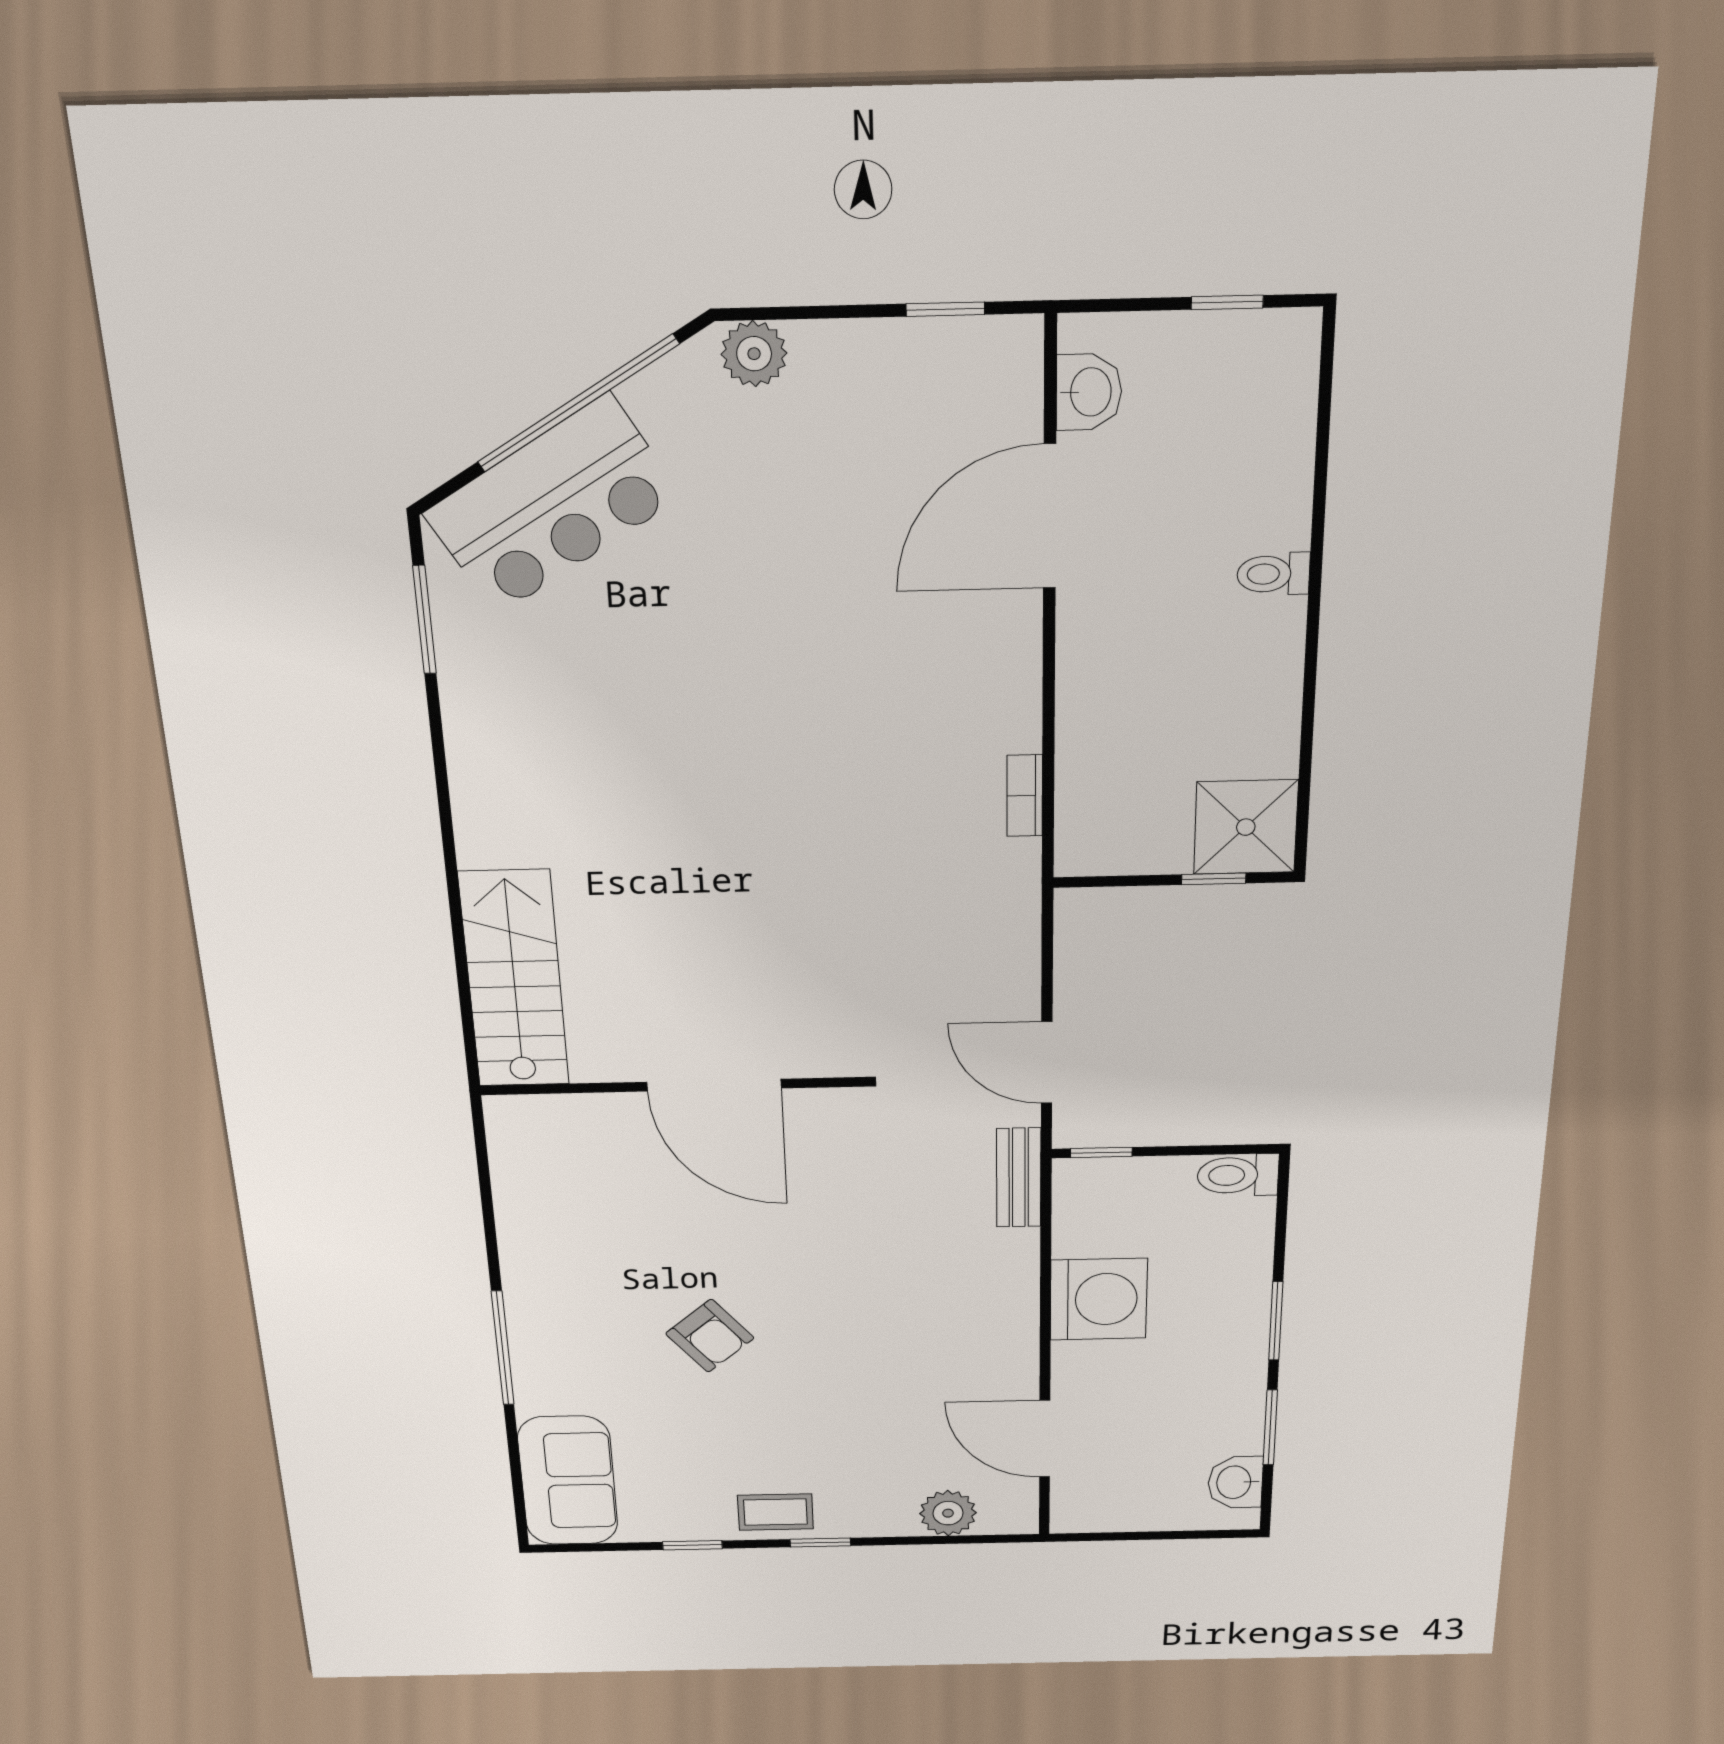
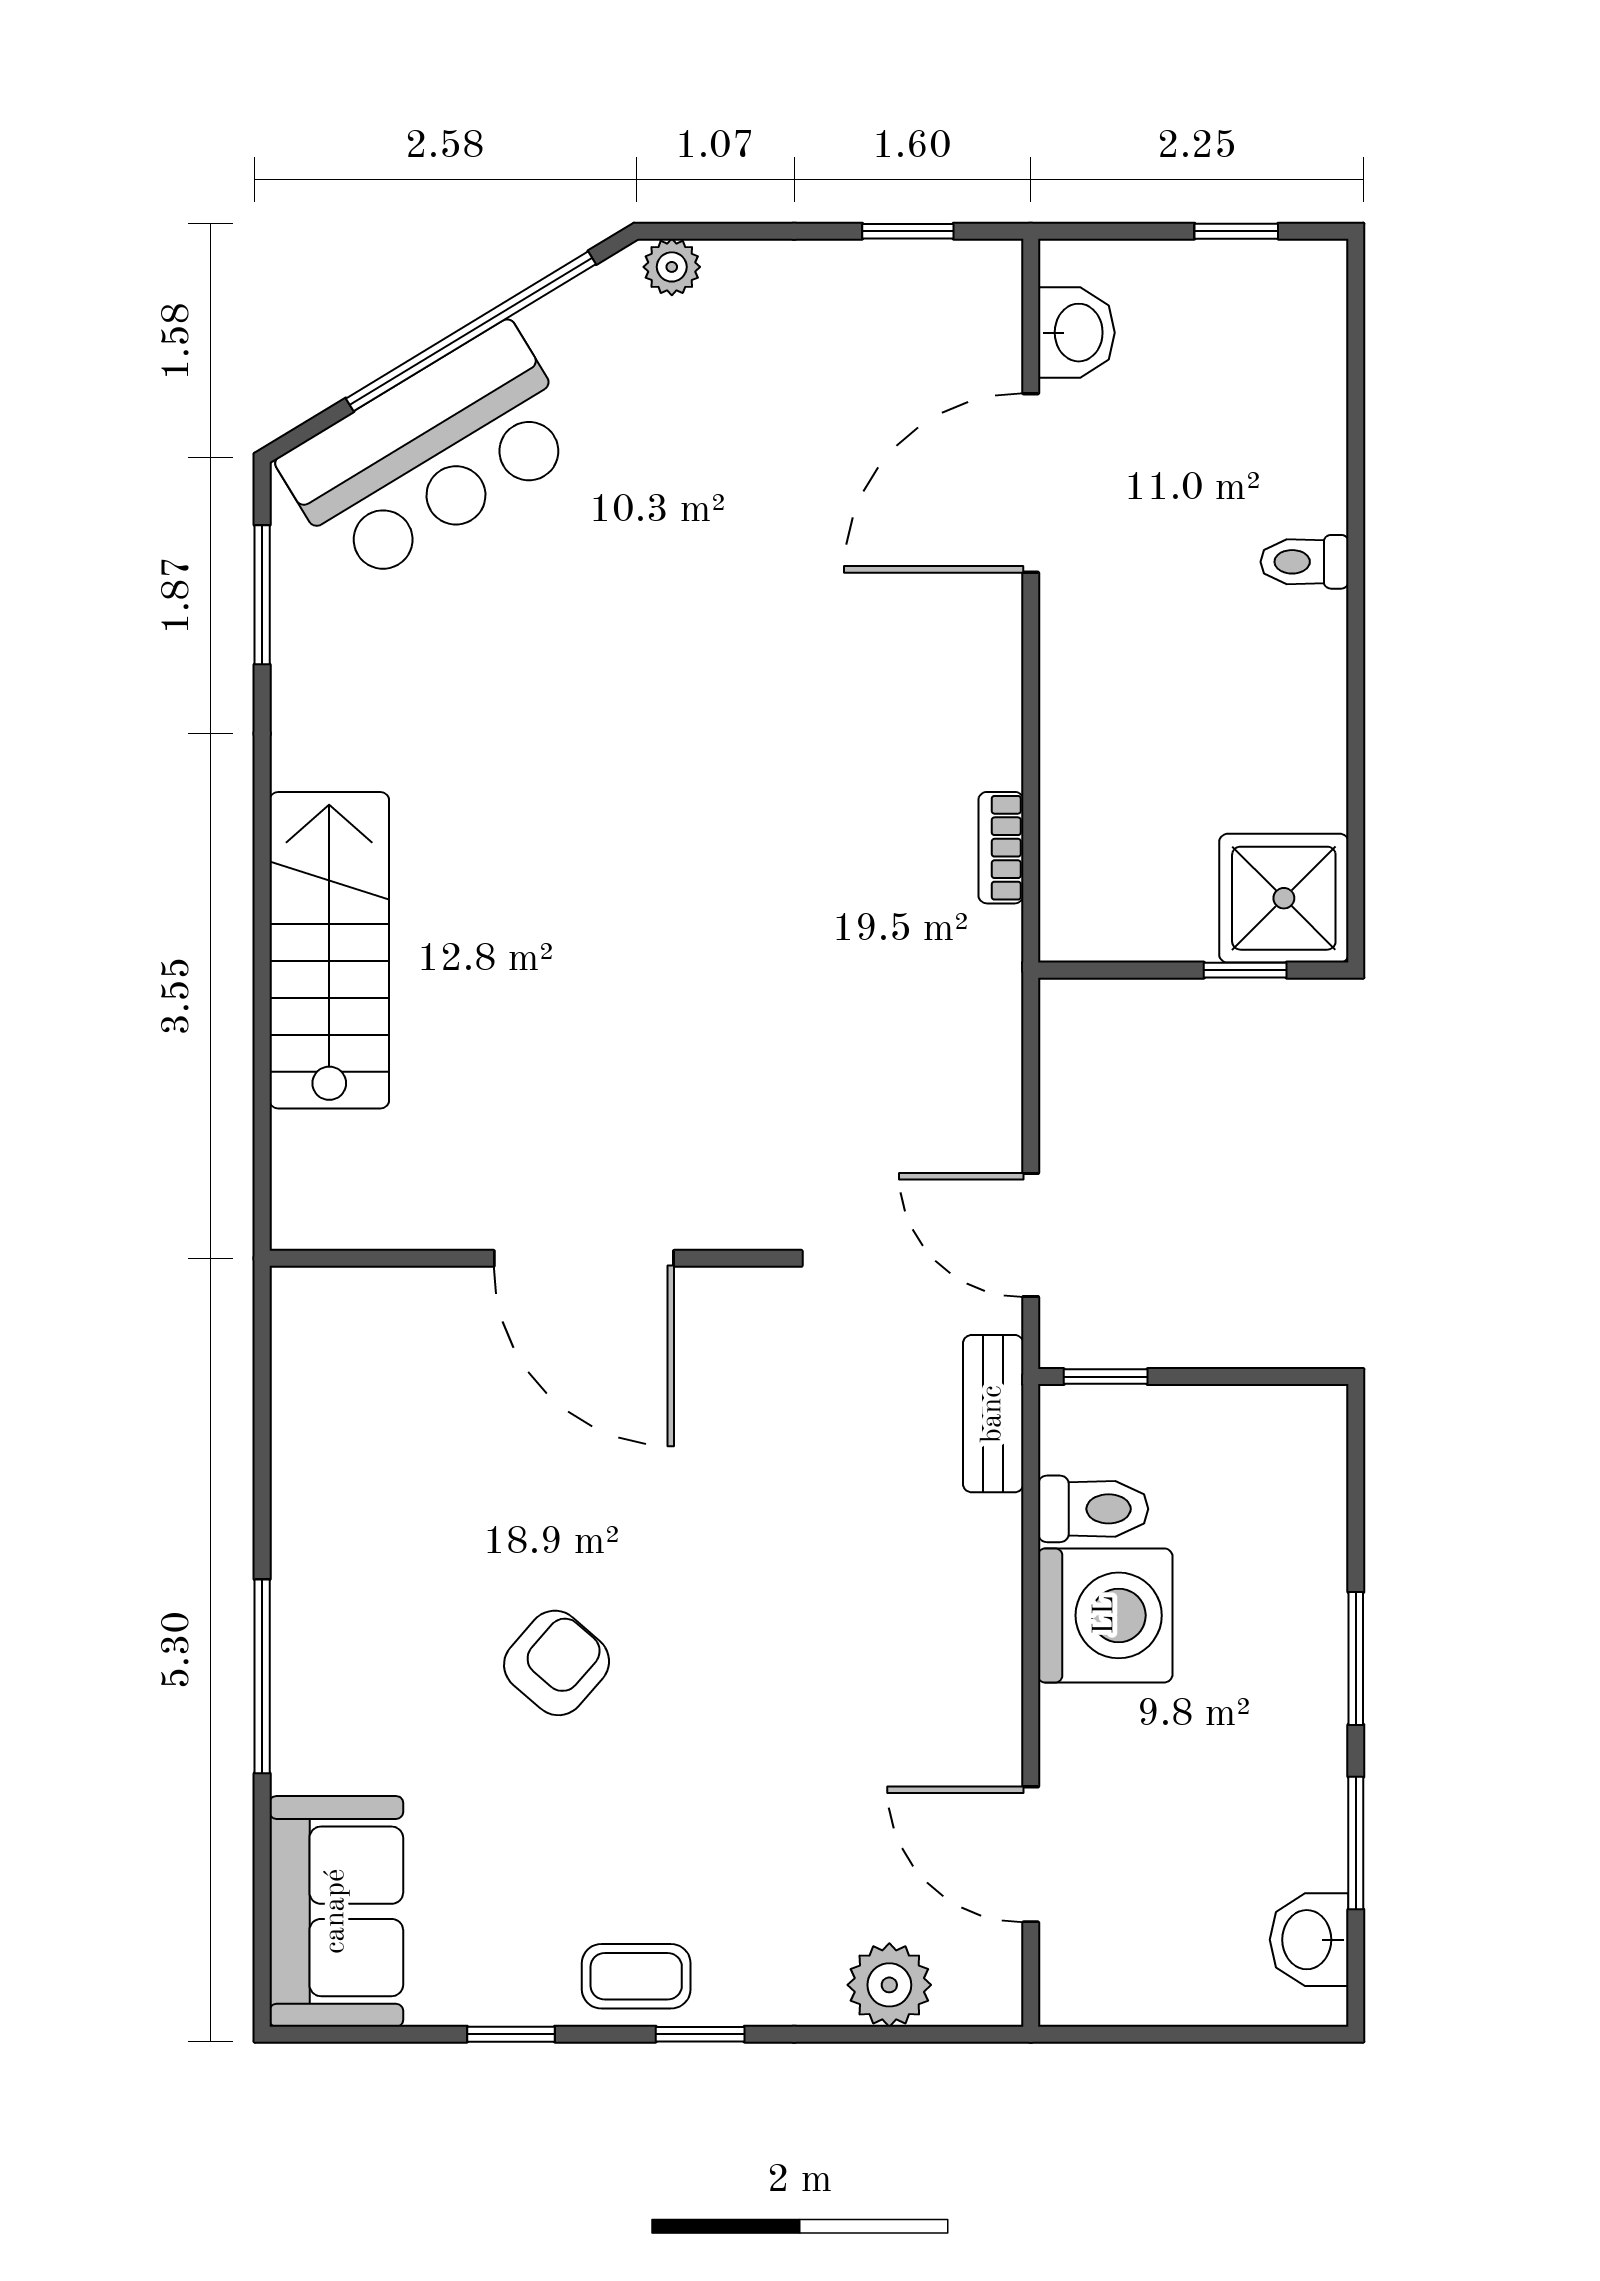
plant: (754, 354) -> (672, 267), width x0.73, depth x0.73
stairs: (514, 979) -> (329, 950), moved
toilet: (1238, 1175) -> (1093, 1509), moved, turned 180
armchair: (710, 1336) -> (557, 1663), turned -99

